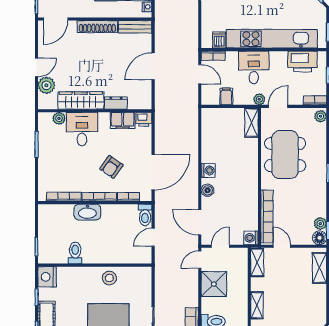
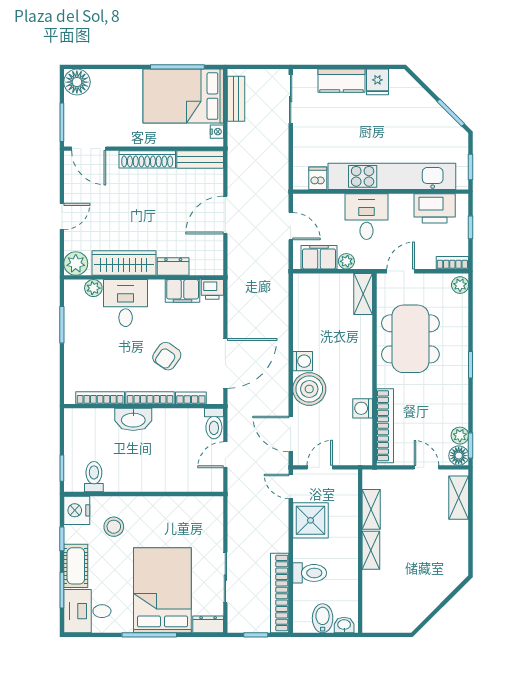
door: (56, 19) -> (89, 149), hinge flipped
bookcase: (213, 56) -> (309, 200), removed
plant: (46, 85) -> (76, 263), moved
filing cabinet: (226, 96) -> (319, 257), width x2.00
plant: (259, 99) -> (346, 261), moved
boiler: (207, 190) -> (309, 389), width x1.86, depth x1.86
washing machine: (251, 238) -> (363, 408), moved
door: (282, 246) -> (426, 467), moved
toilet: (75, 253) -> (94, 477), moved
door: (200, 260) -> (291, 486), hinge flipped
shelving: (257, 262) -> (371, 509), moved
stool: (109, 278) -> (114, 527), moved

